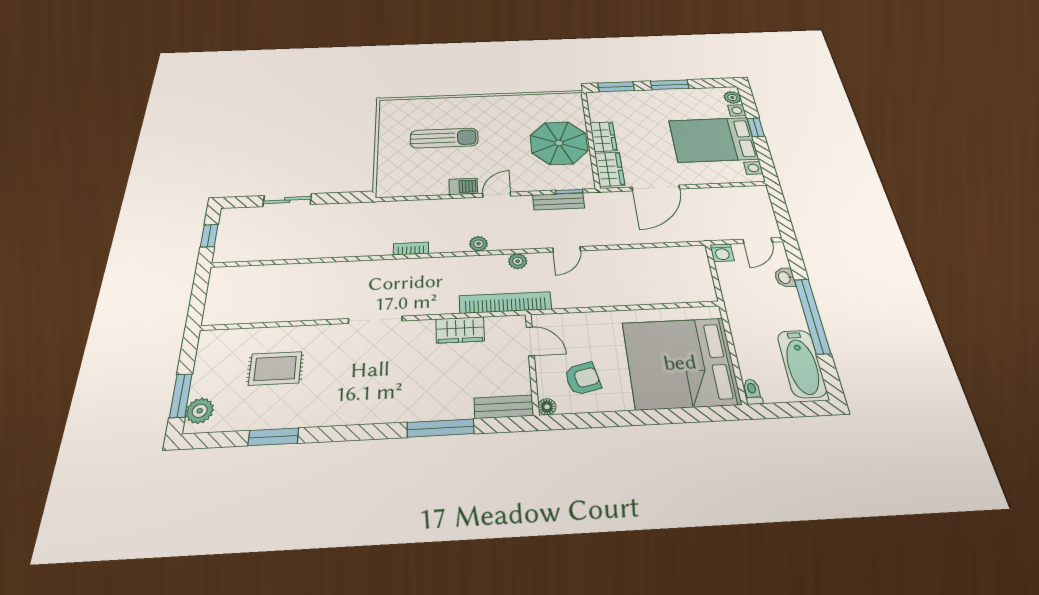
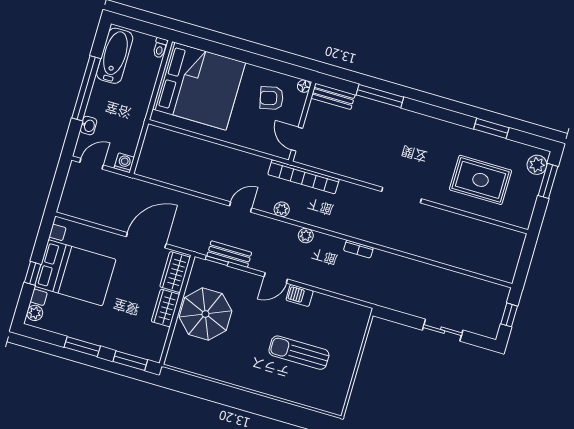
wardrobe: (460, 330) -> (344, 166), removed
rug: (275, 368) -> (480, 180), width x1.36, depth x1.43

